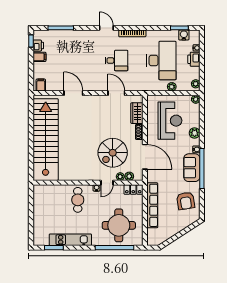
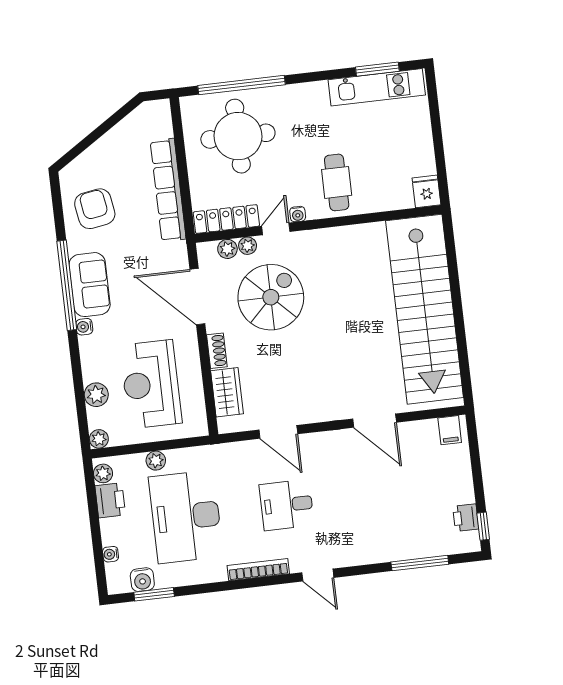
filing cabinet: (39, 57) -> (460, 493), removed
printer: (194, 59) -> (110, 500), moved
plant: (195, 133) -> (96, 395), moved
locker: (133, 189) -> (226, 219), width x1.53
fridge: (39, 191) -> (426, 191), added
kitchen unit: (70, 240) -> (377, 87), moved

